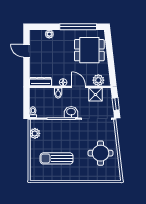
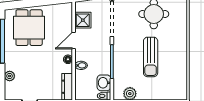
plant: (98, 80) -> (65, 17), removed
washbasin: (71, 112) -> (104, 83), moved
sun lounger: (57, 158) -> (151, 57), moved

